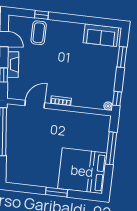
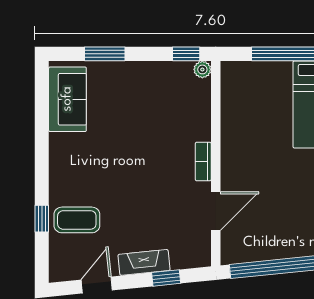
door: (35, 104) -> (216, 211), swing flipped

